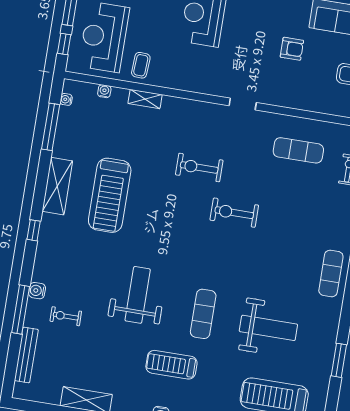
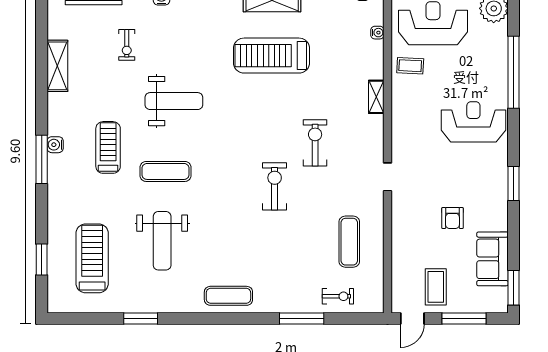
shelving: (145, 99) -> (376, 97), moved
exercise bike: (66, 316) -> (127, 45), moved, turned 180

